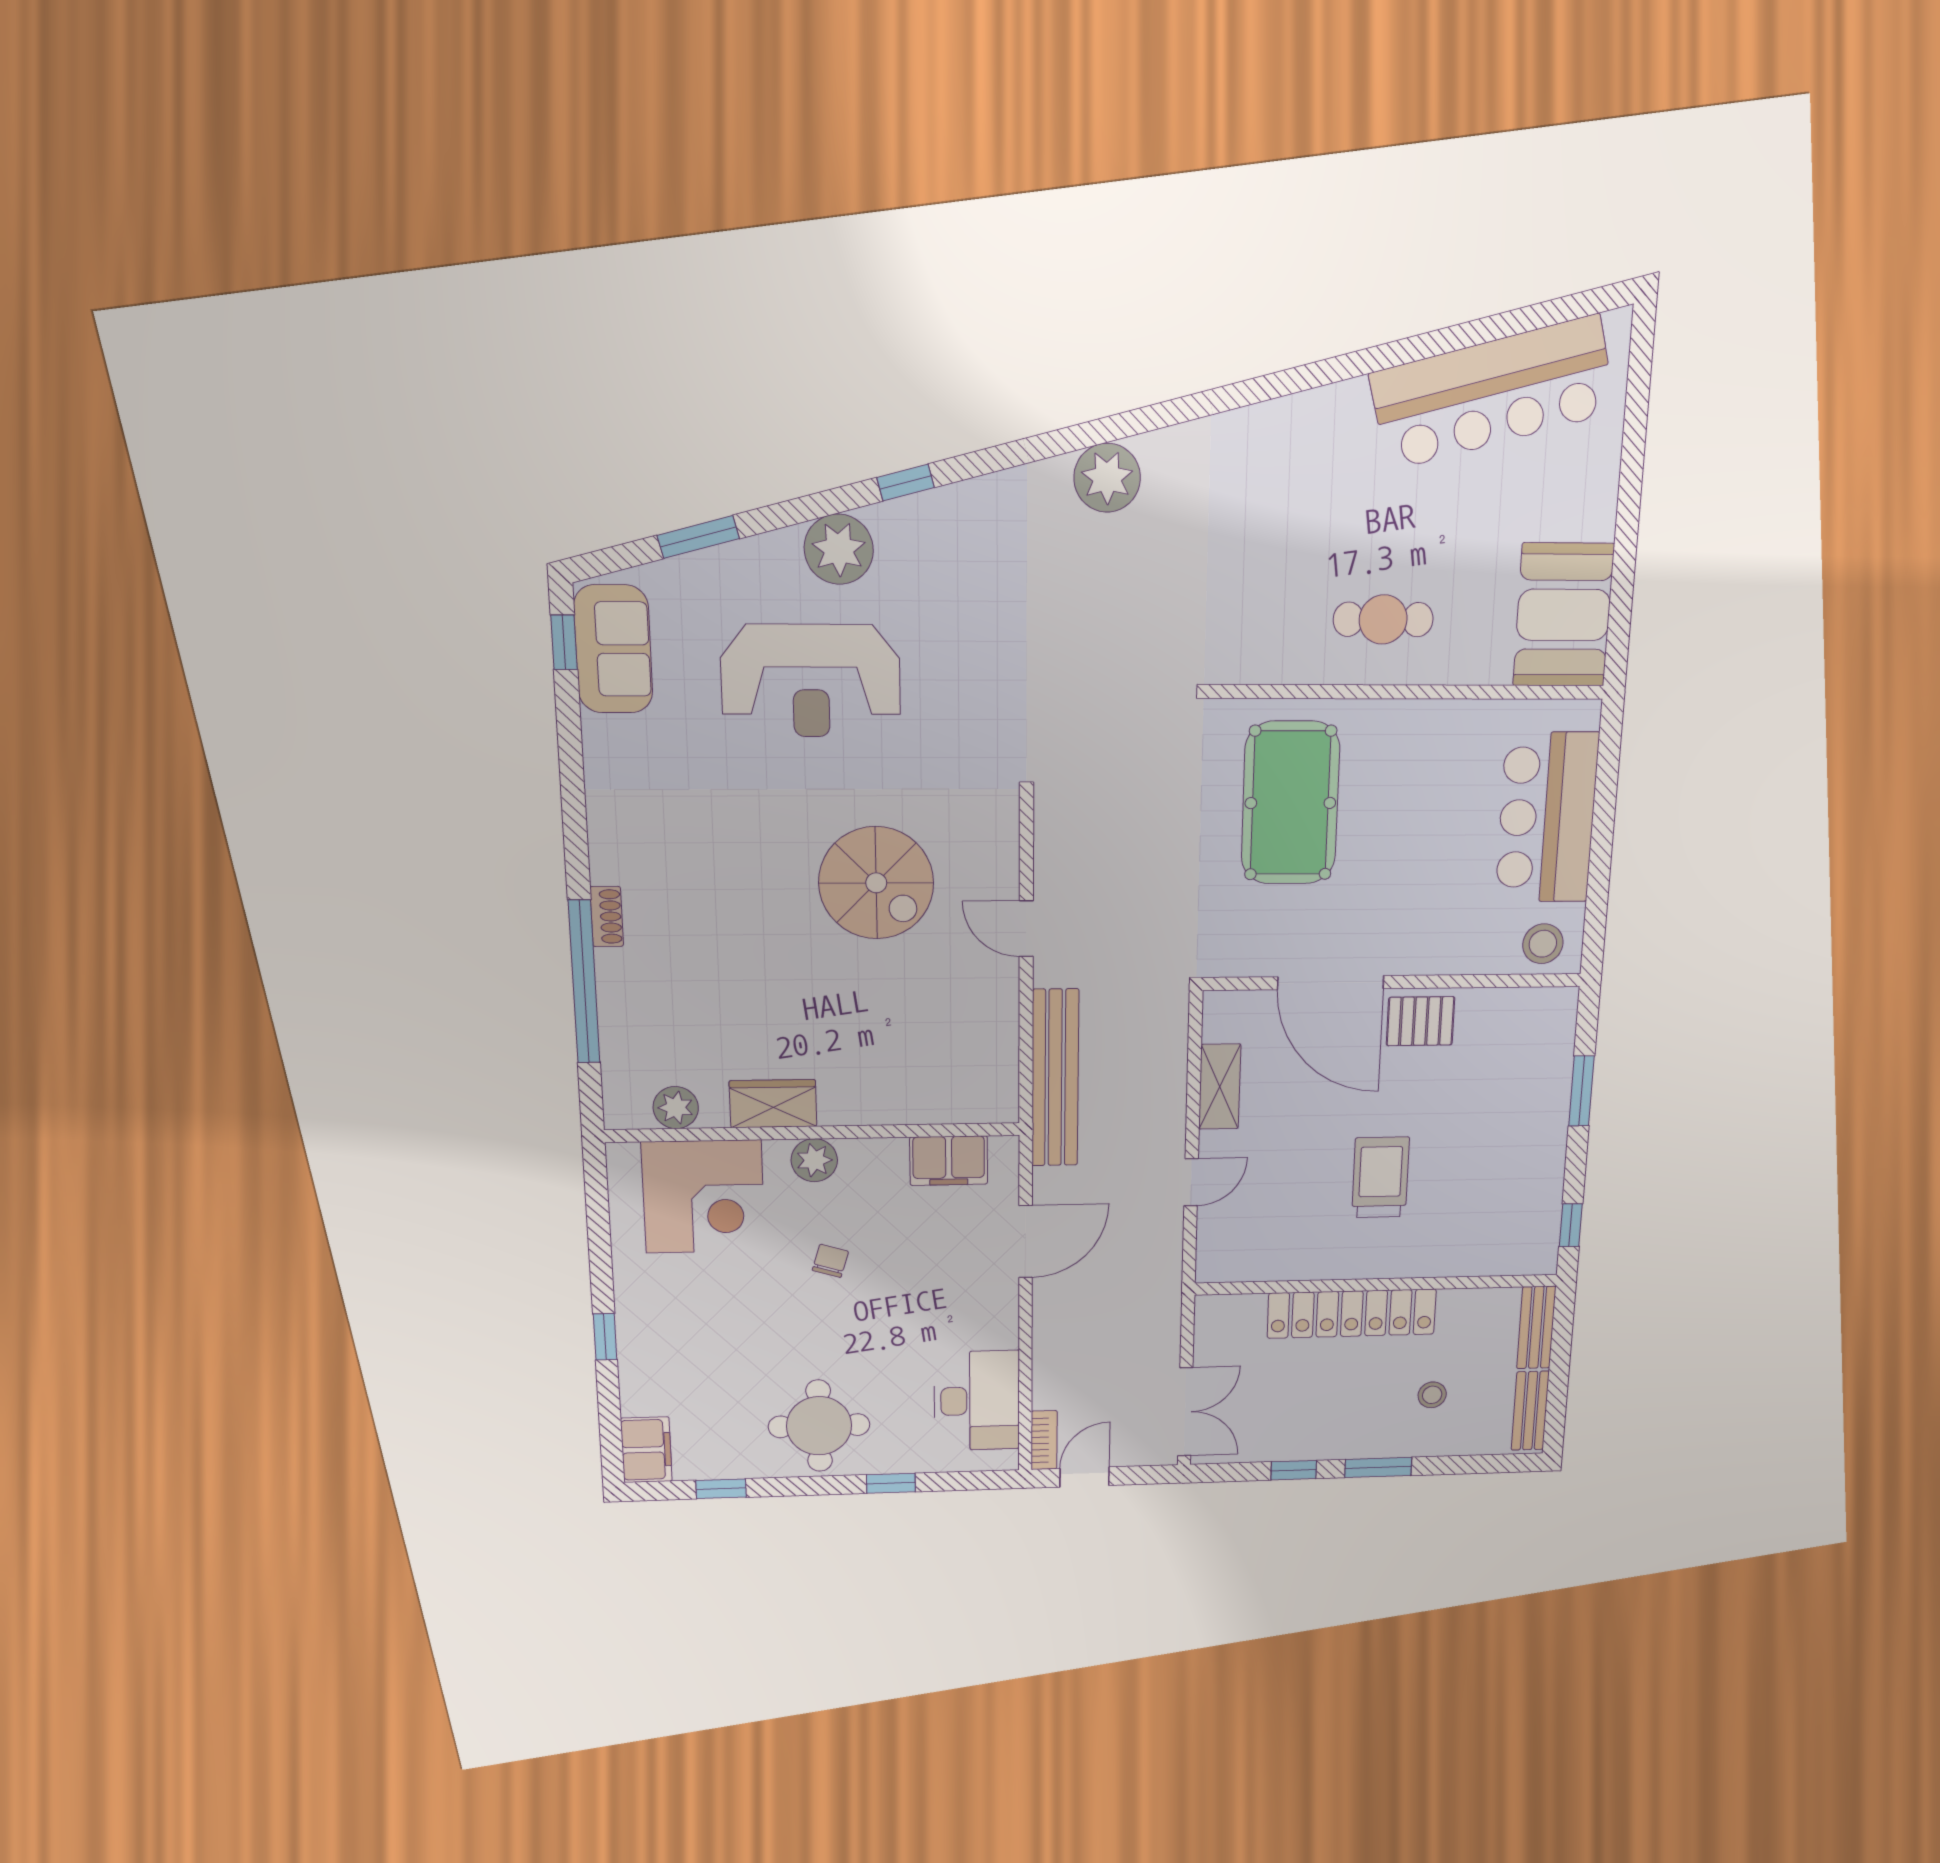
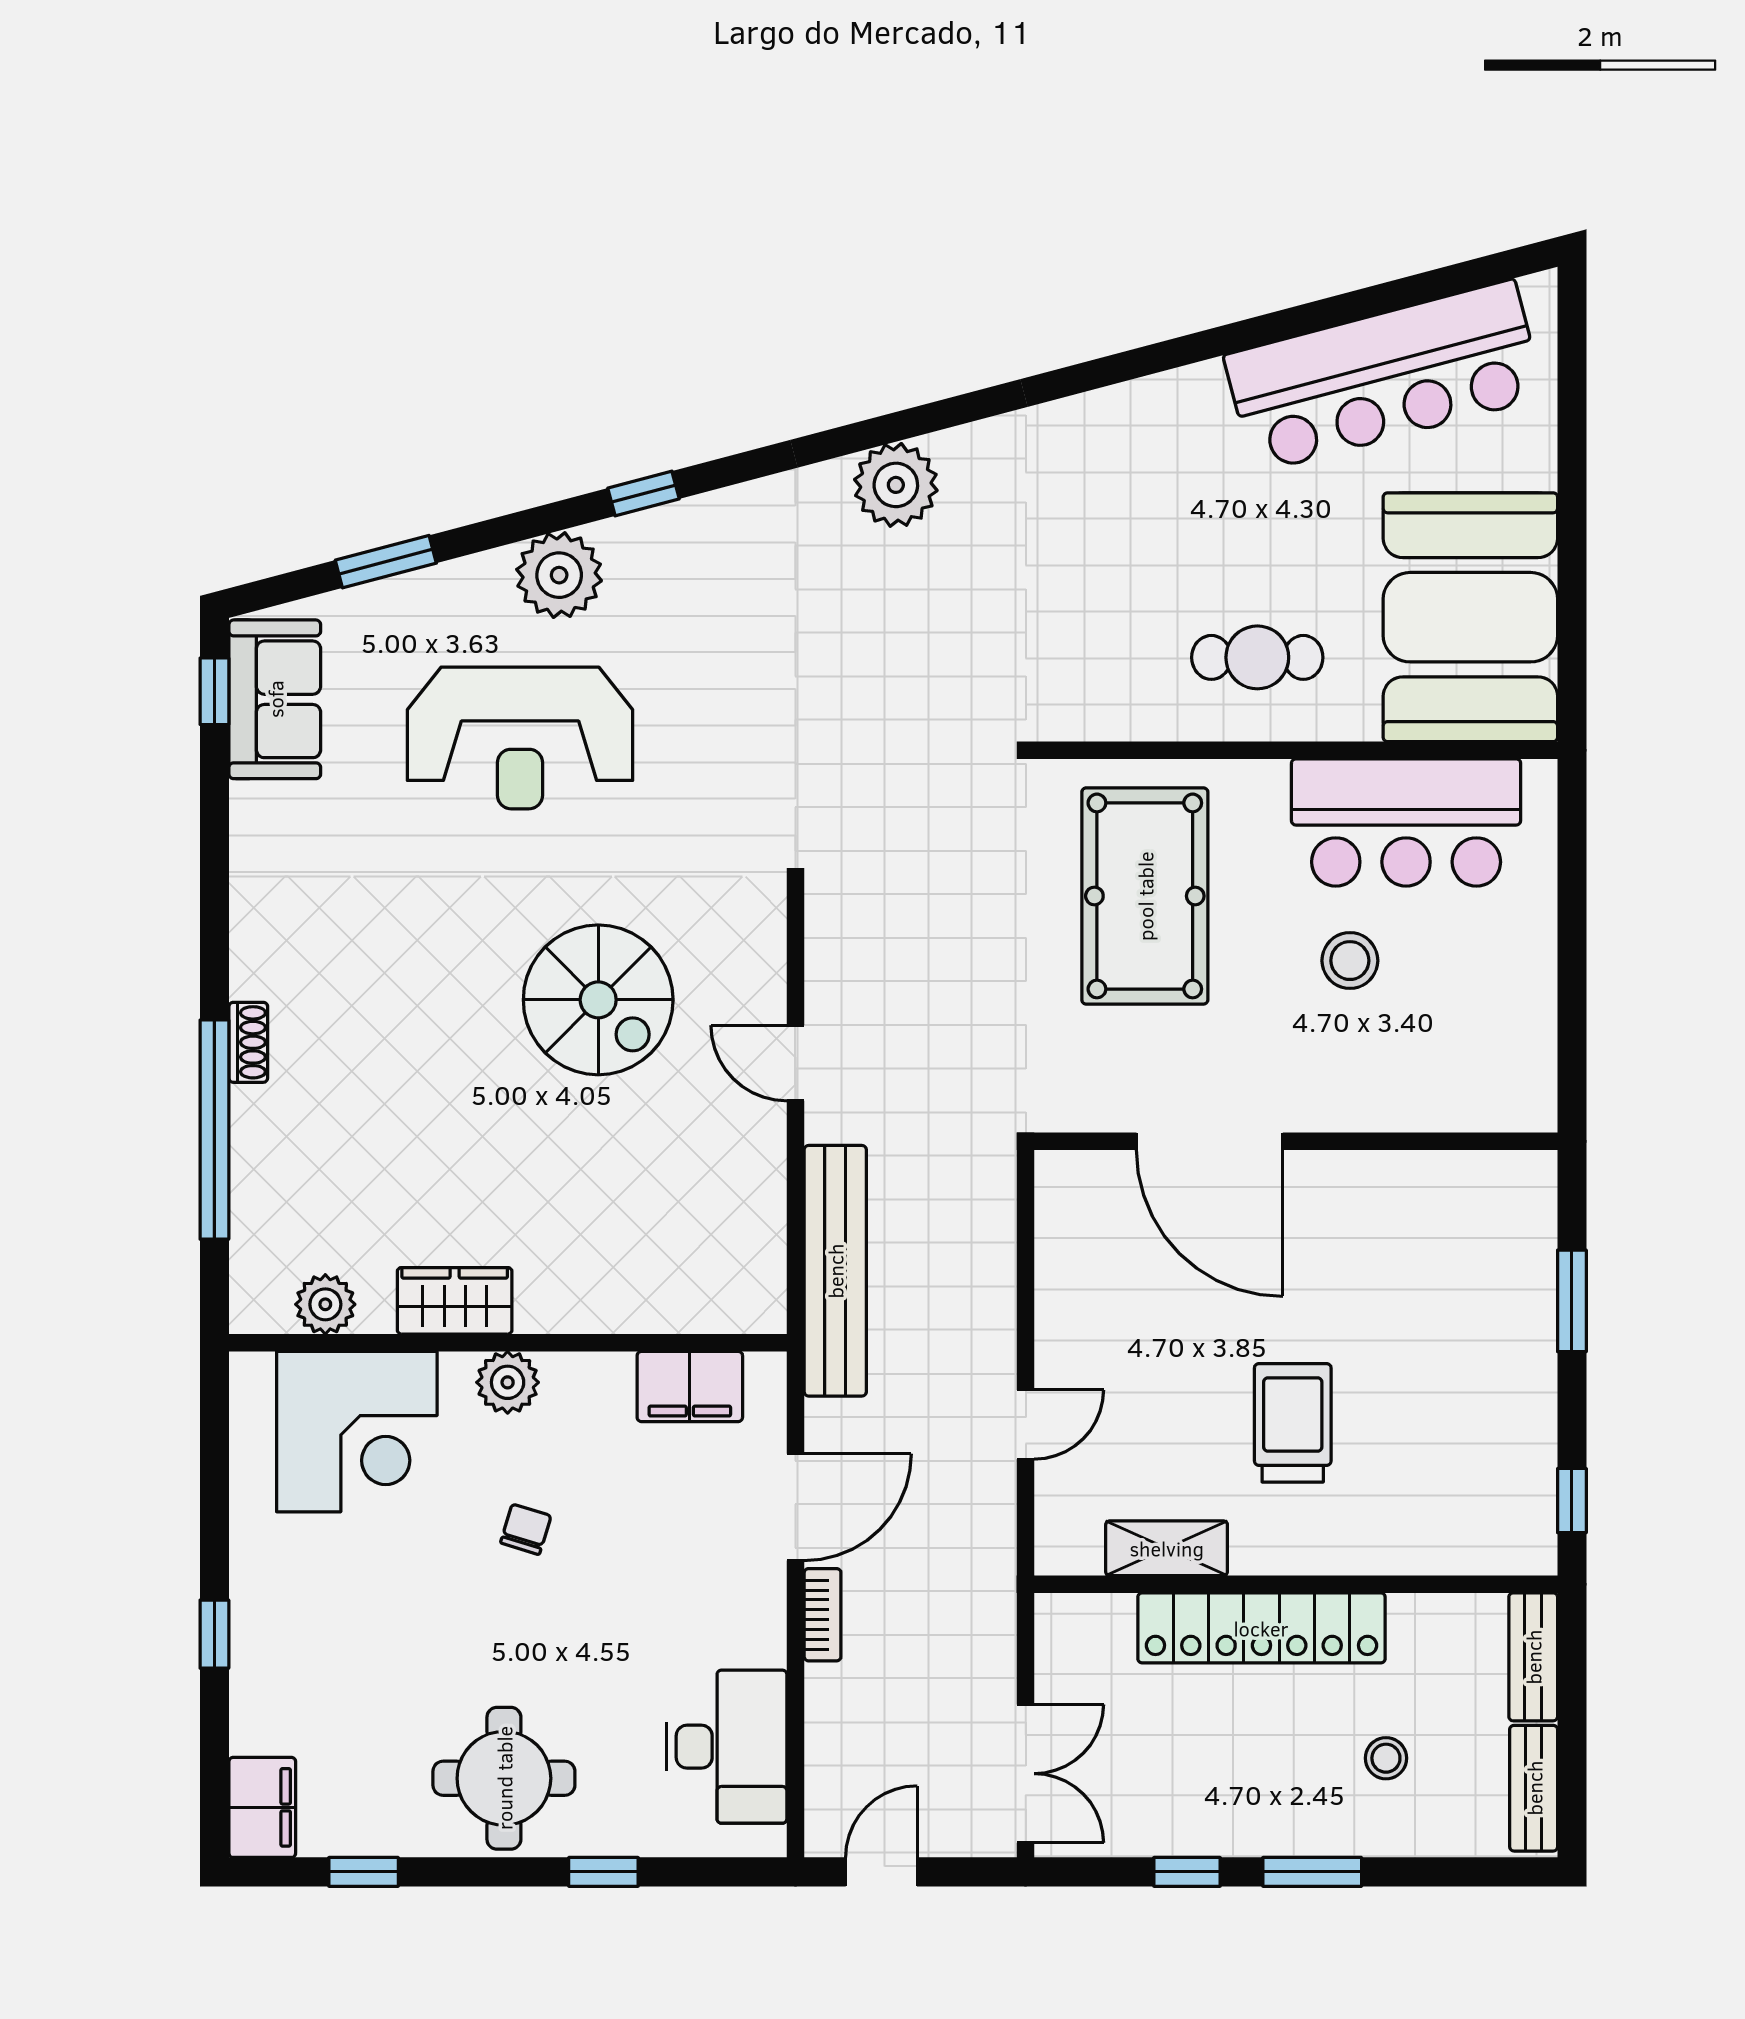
booth: (1563, 615) -> (1470, 617), width x1.36, depth x1.42
bar counter: (1547, 818) -> (1406, 822), moved, turned -90
stool: (1543, 944) -> (1350, 961), moved
pallet: (1421, 1021) -> (1337, 1197), removed
shelving: (1220, 1087) -> (1167, 1548), moved, turned 90
bookcase: (1044, 1440) -> (823, 1615), moved

